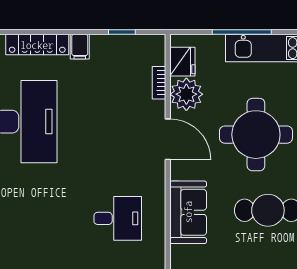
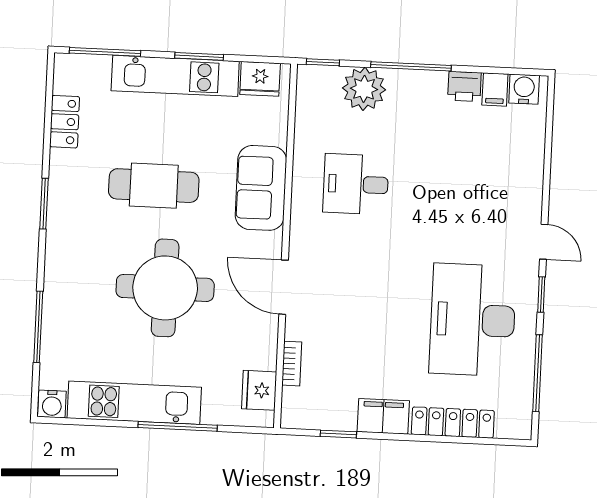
filing cabinet: (80, 47) -> (383, 416), width x2.00
plant: (186, 94) -> (256, 346), removed

